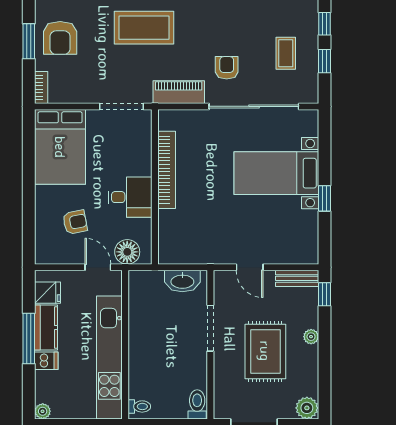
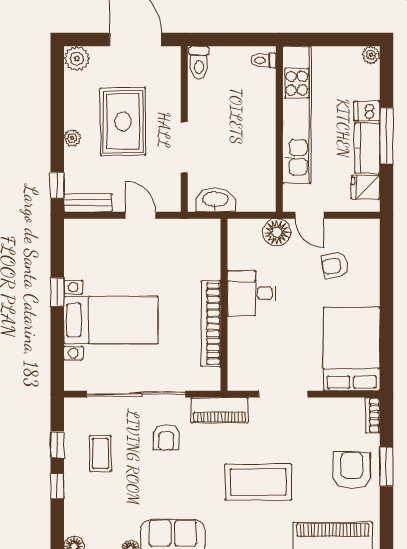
bookcase: (167, 170) -> (211, 324), moved
wall: (155, 187) -> (224, 305), moved
desk: (130, 197) -> (252, 293), moved

